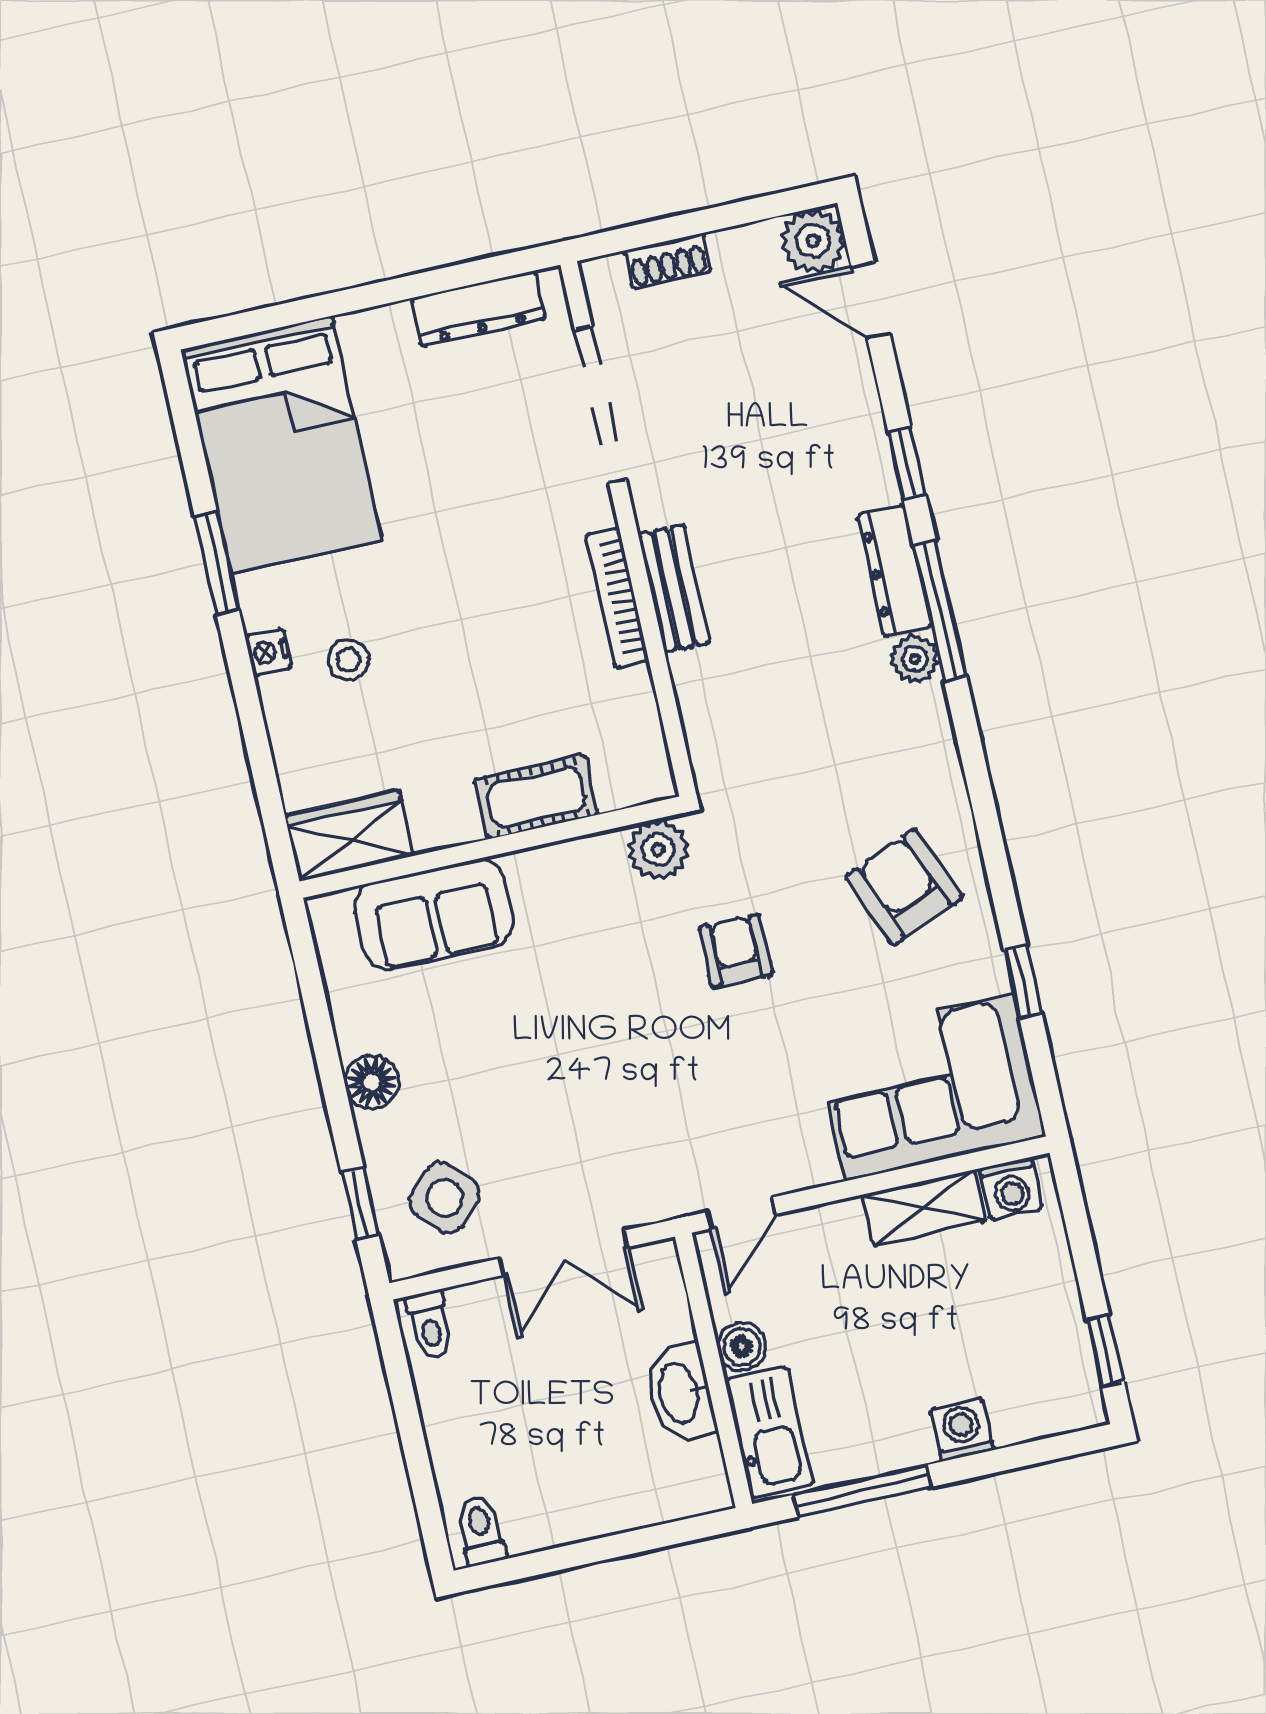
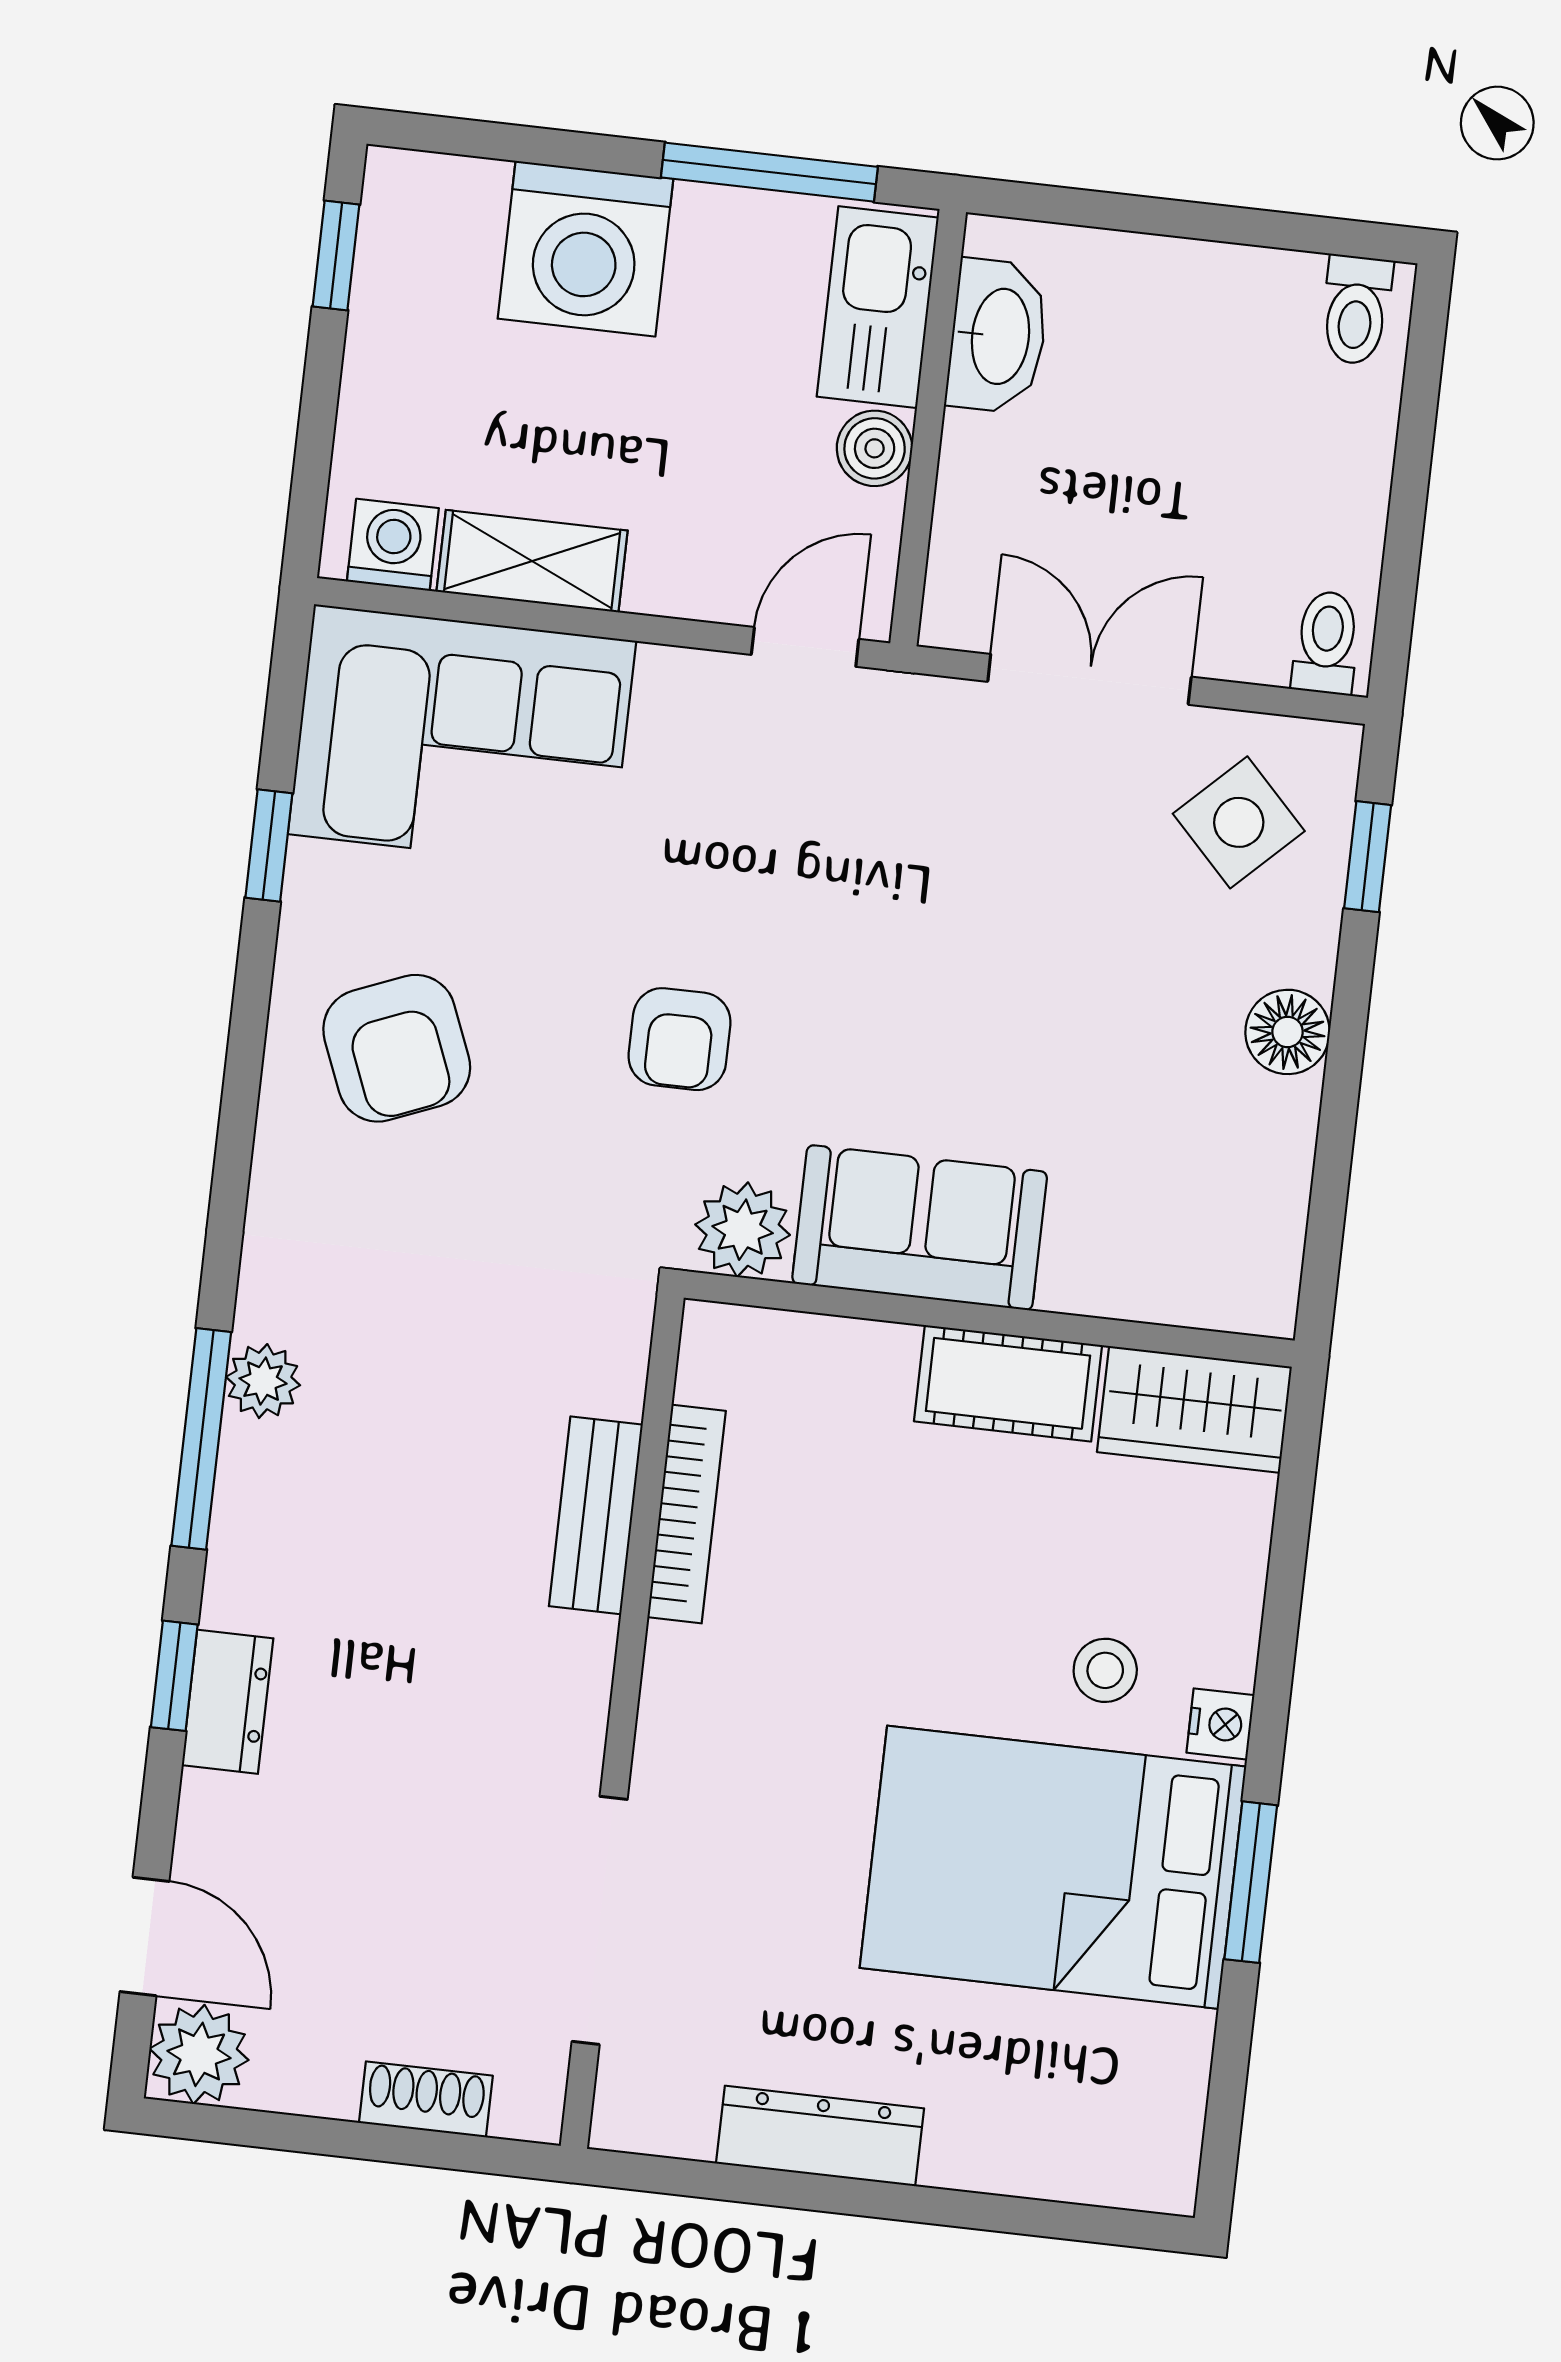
dresser: (478, 309) -> (820, 2136), moved
bed: (281, 445) -> (1053, 1867), moved, turned -90
dresser: (895, 570) -> (228, 1702), moved, width x0.70
bench: (674, 589) -> (596, 1515), moved
bookcase: (617, 598) -> (687, 1514), moved
cot: (536, 797) -> (1008, 1383), moved
sofa: (434, 914) -> (920, 1228), moved
washbasin: (680, 1393) -> (998, 336), moved
washing machine: (962, 1430) -> (585, 249), width x1.89, depth x1.89

